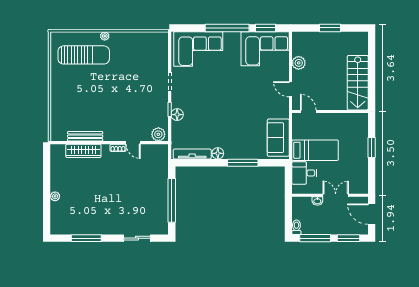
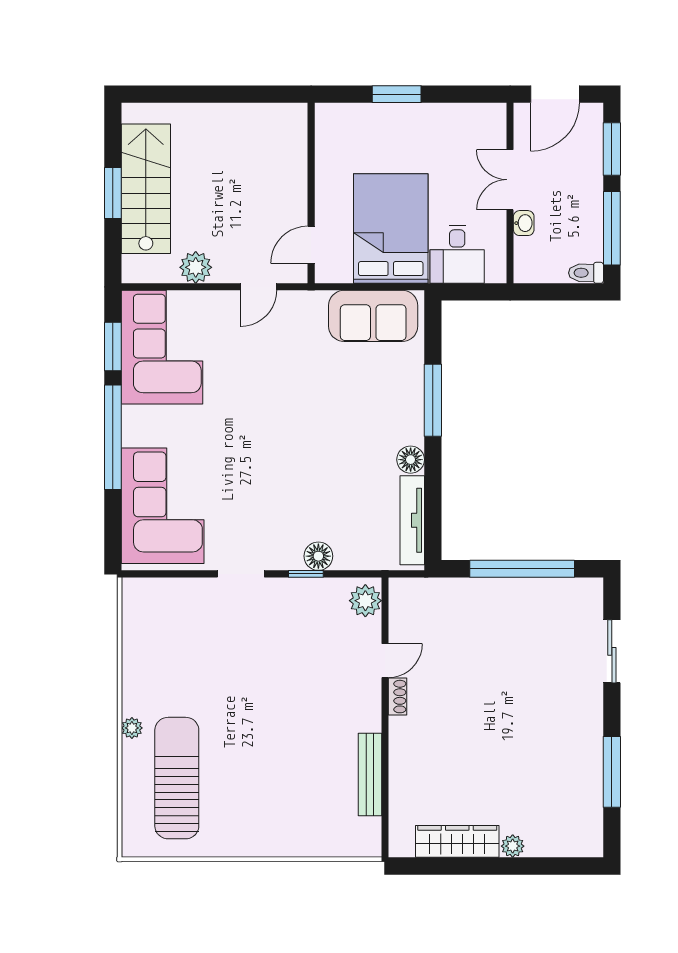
stairs: (358, 83) -> (146, 189), moved, turned -90
bed: (315, 150) -> (391, 229), width x1.50
wardrobe: (83, 151) -> (457, 841), moved, turned -90

